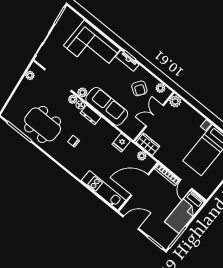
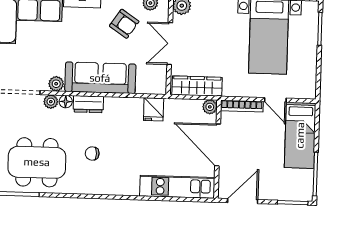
wardrobe: (148, 144) -> (197, 86), width x1.50
plant: (142, 156) -> (210, 107), moved
door: (140, 185) -> (218, 145), hinge flipped

